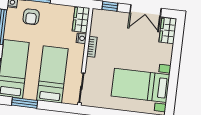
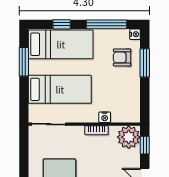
wardrobe: (81, 19) -> (126, 114), removed
plant: (101, 19) -> (129, 137), added

